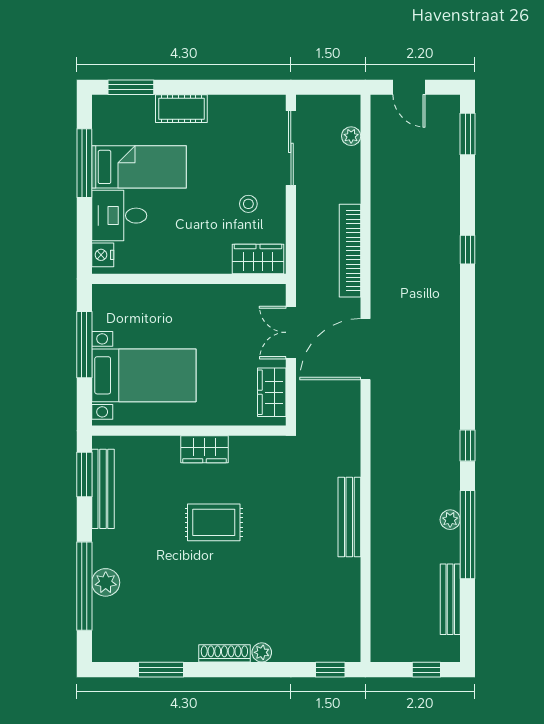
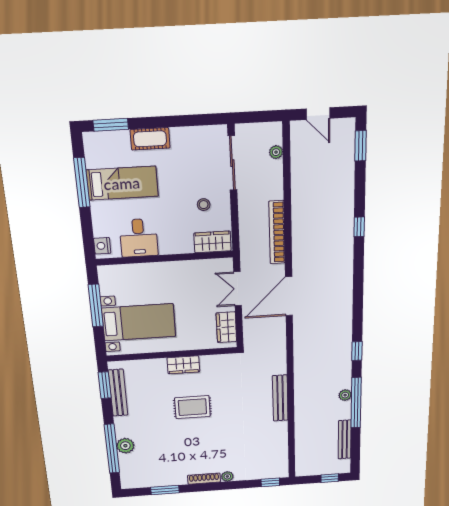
desk: (119, 216) -> (139, 238), moved, turned -90

